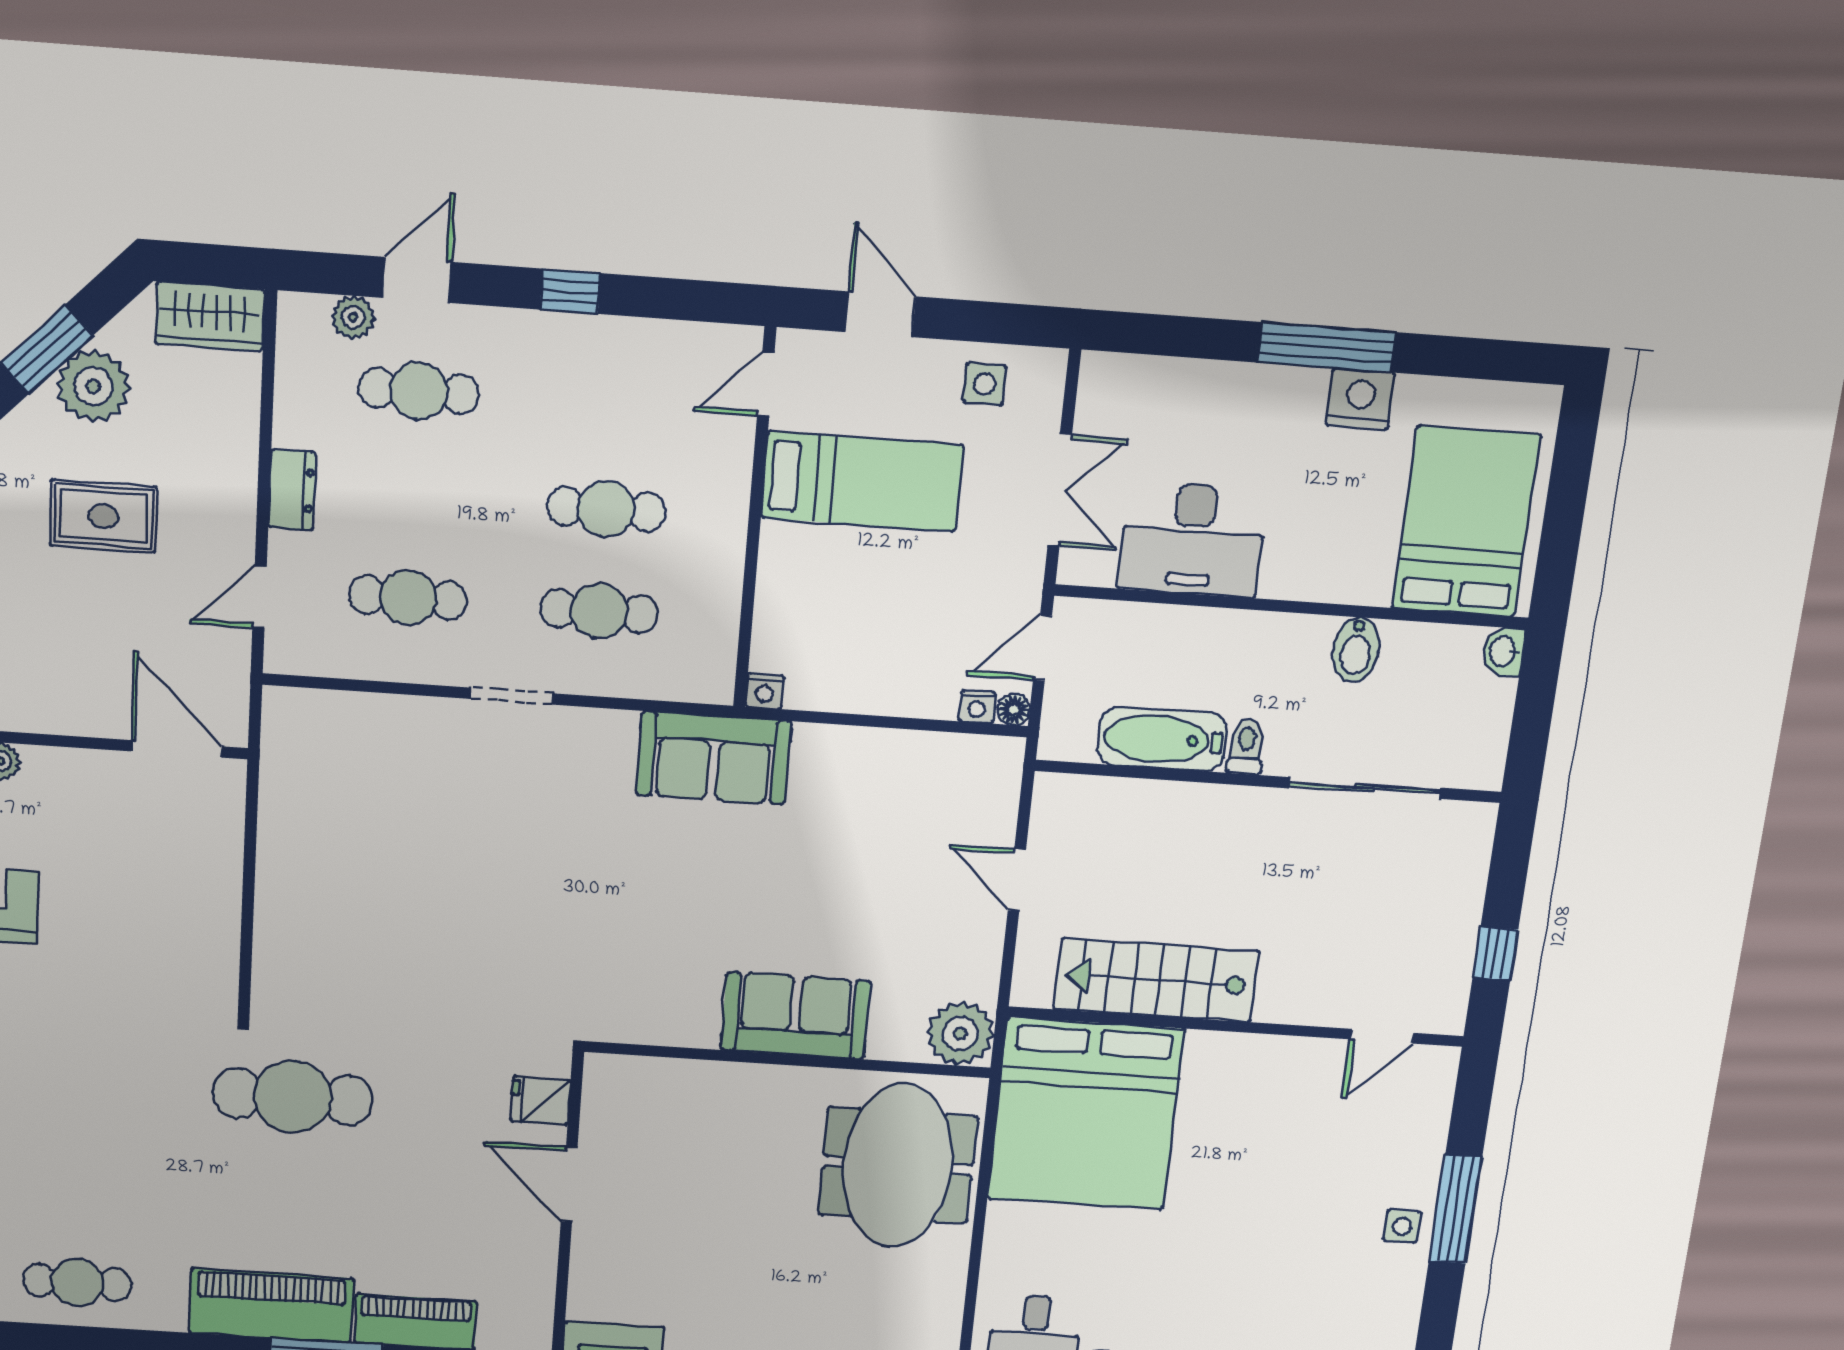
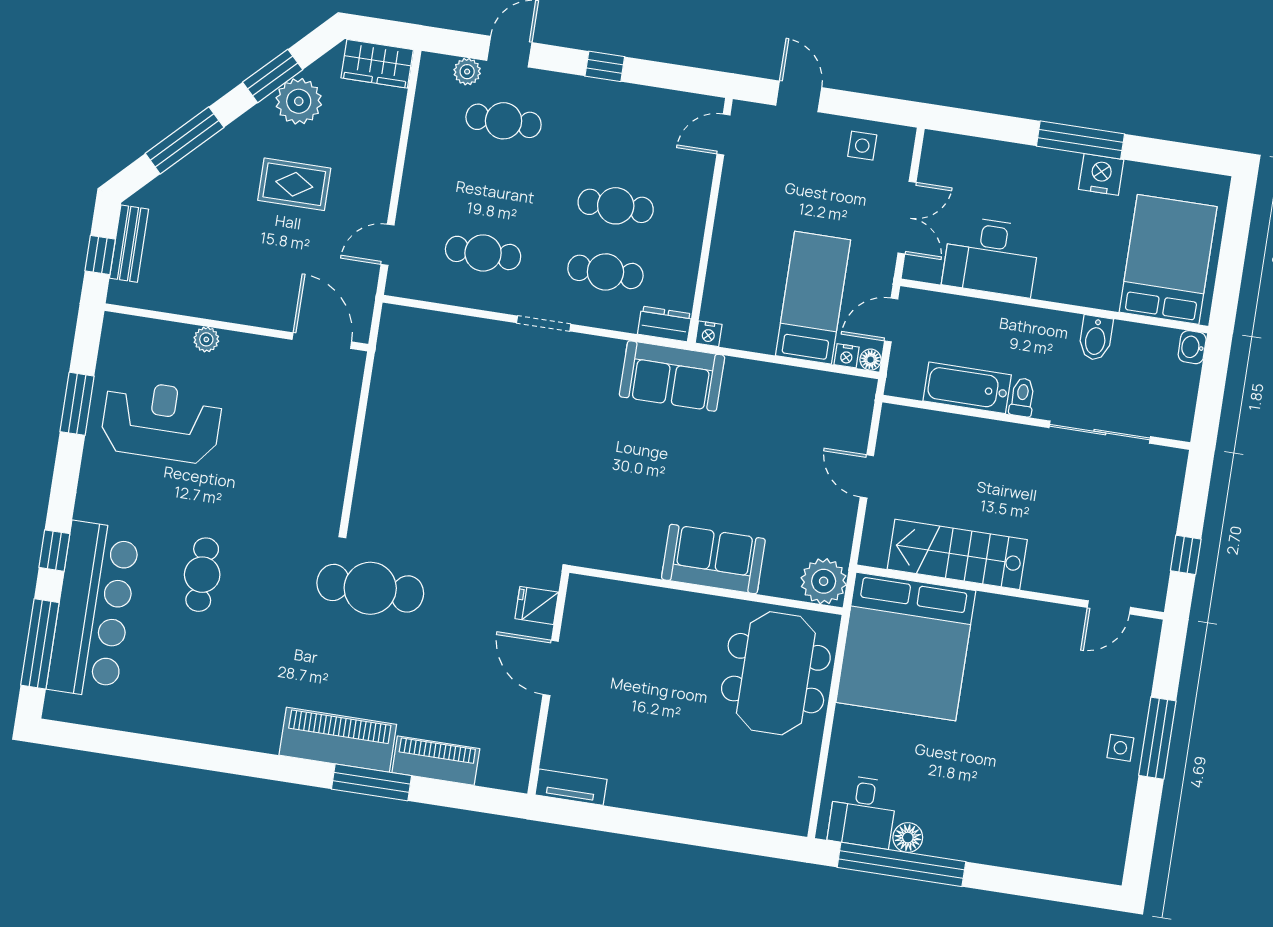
bed: (862, 481) -> (813, 298), moved, turned -90
dresser: (292, 490) -> (665, 324), moved, turned -90
cafe table: (77, 1282) -> (202, 575), moved, turned 90

